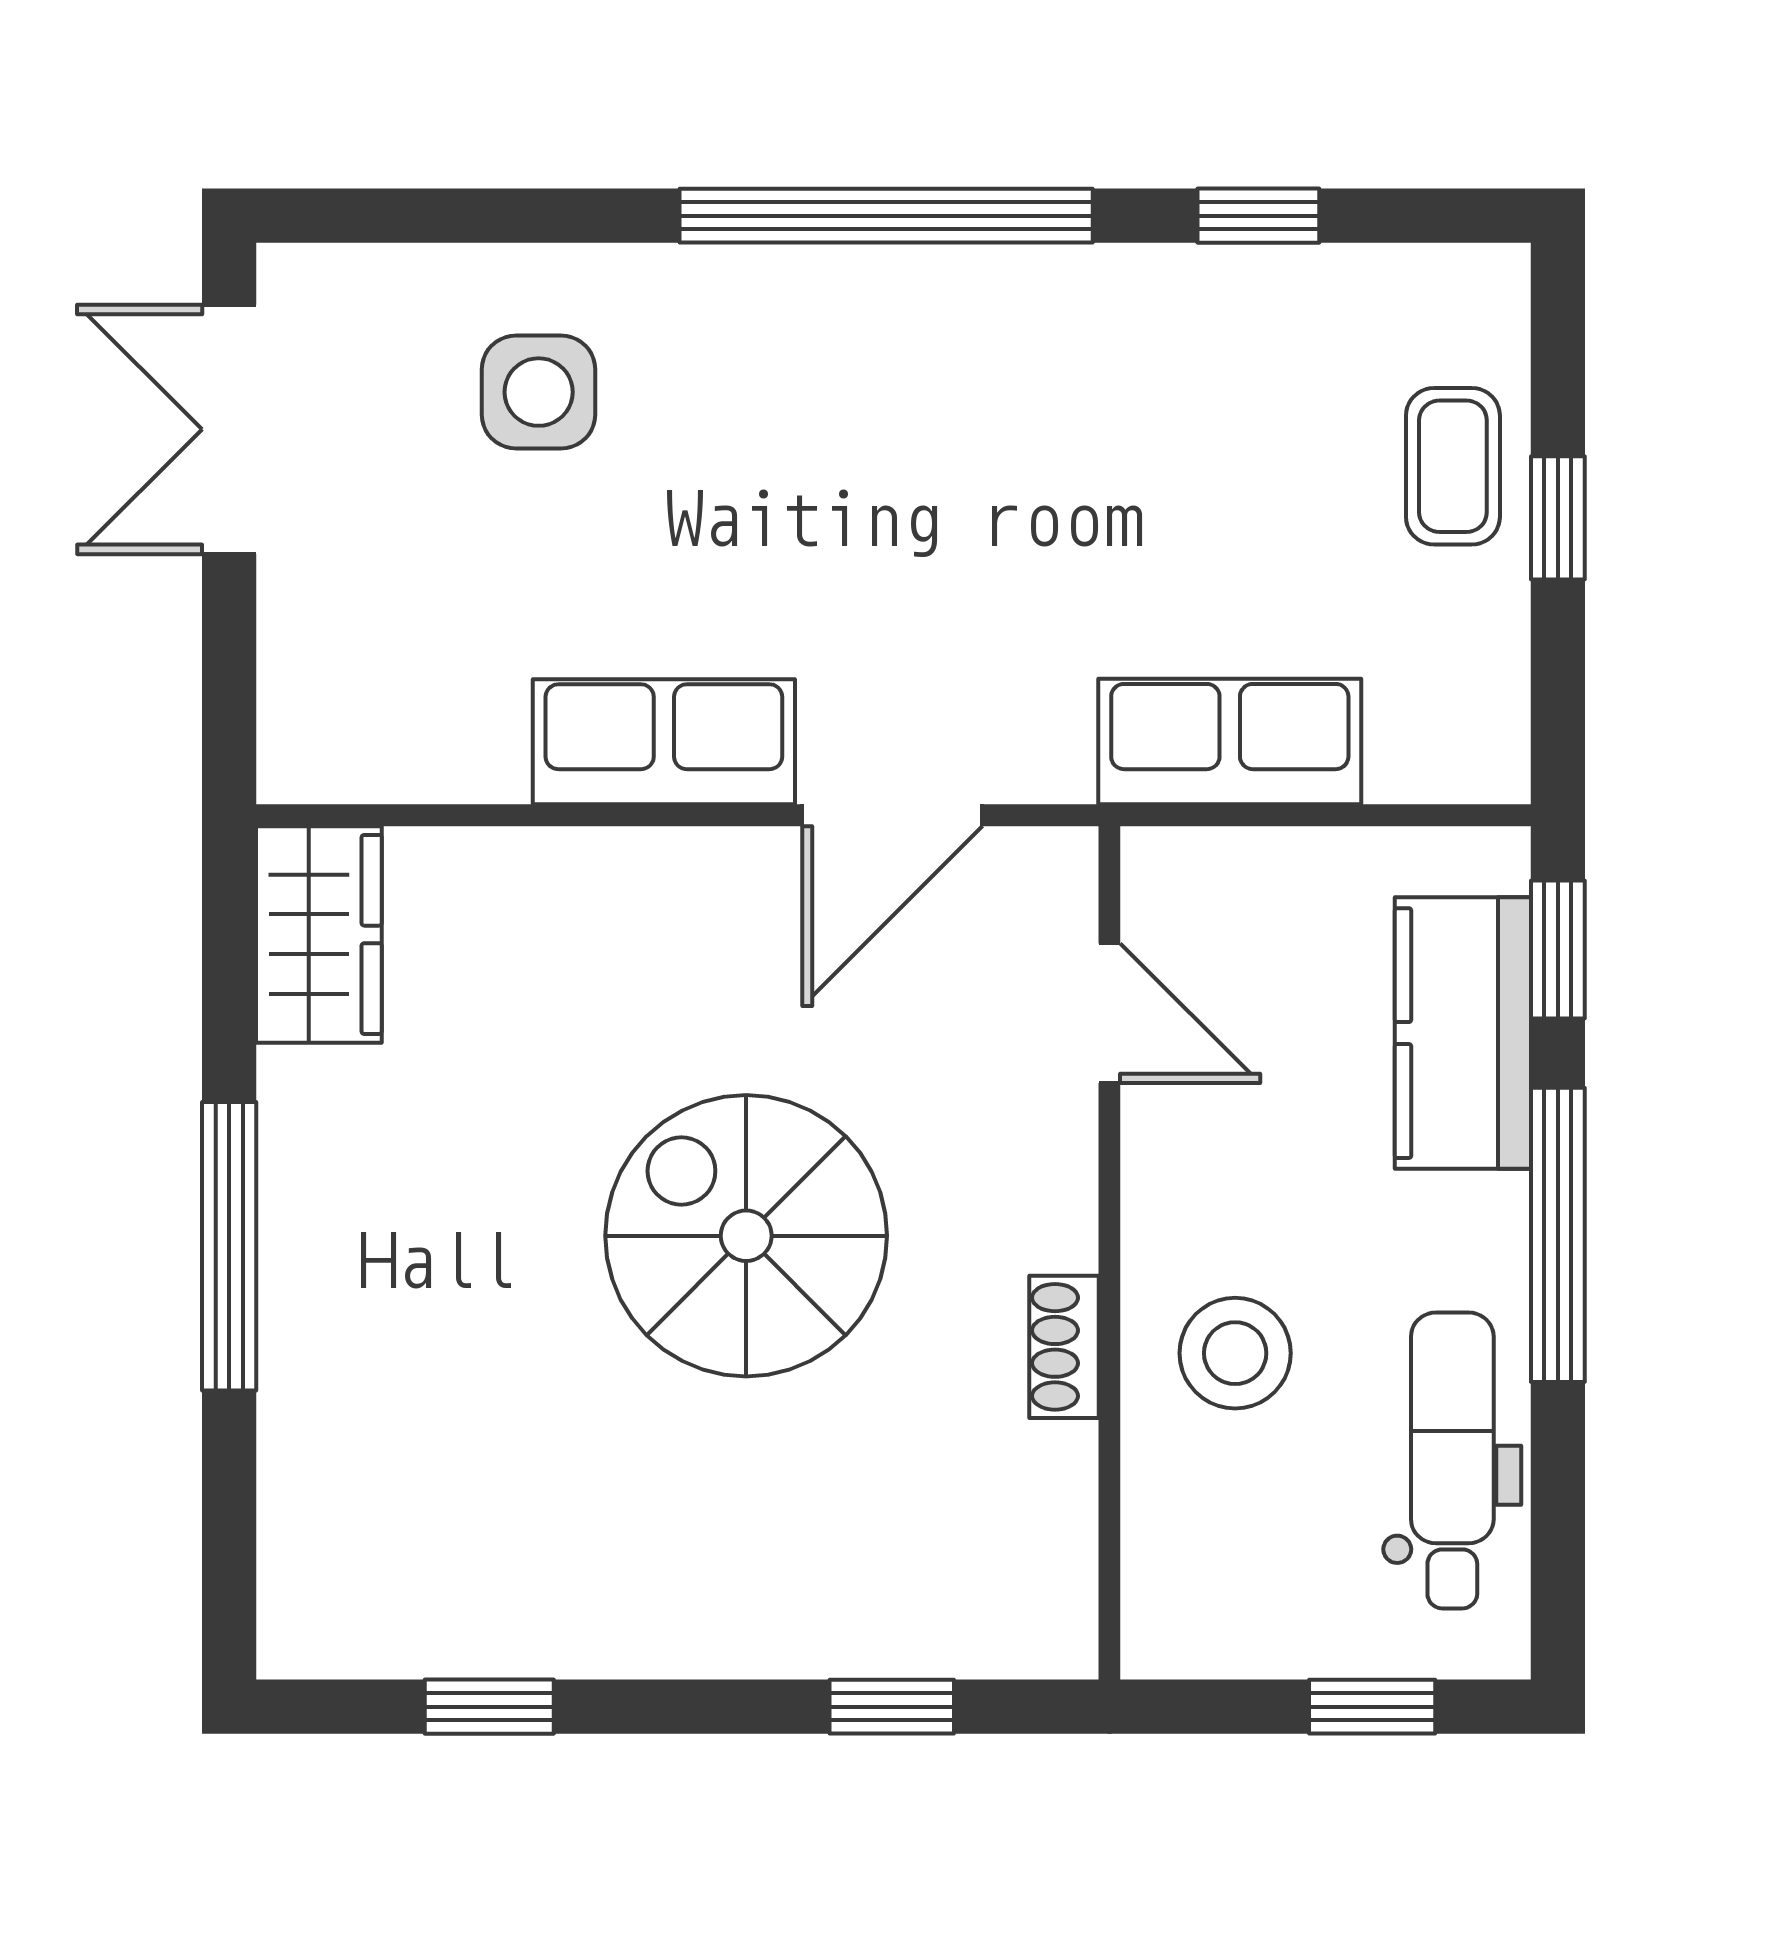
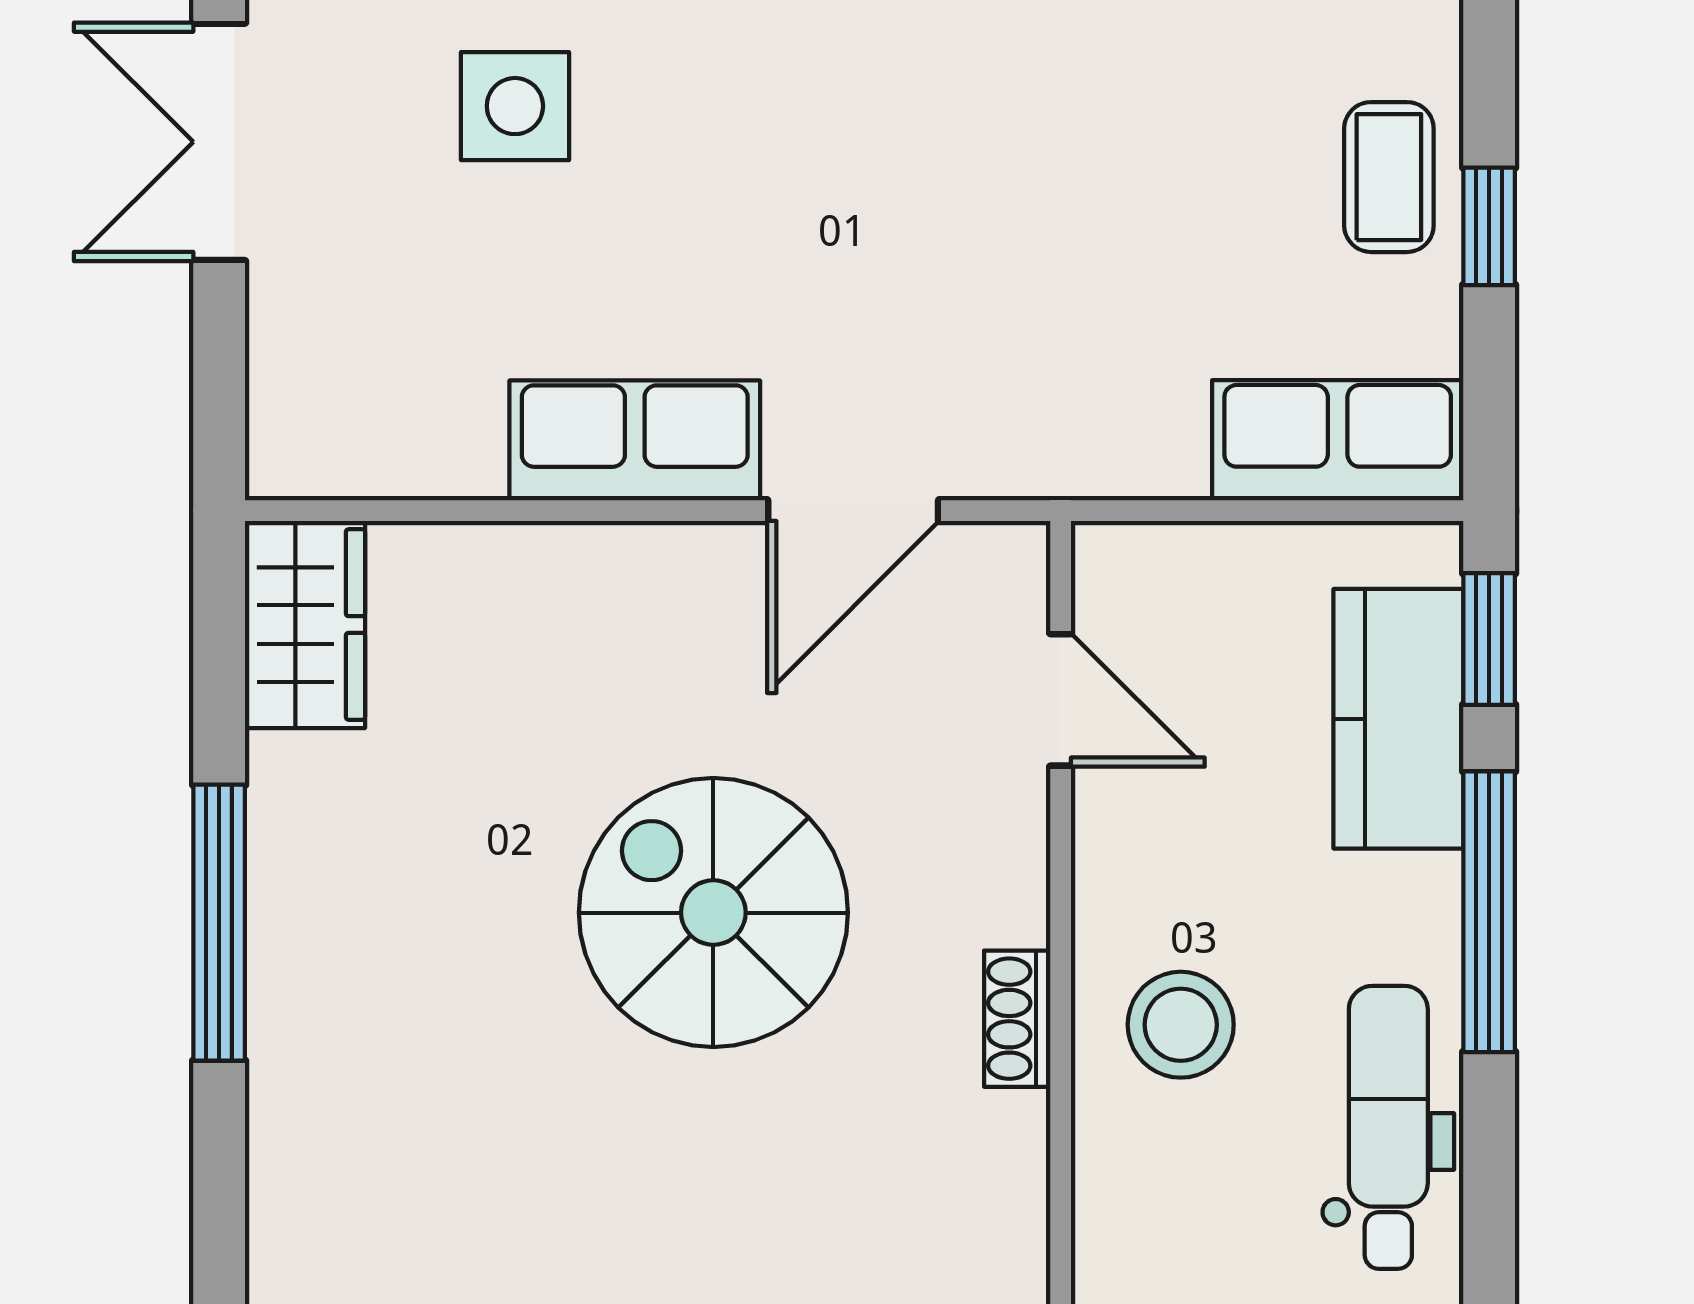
row of seats: (1230, 742) -> (1338, 440), moved

